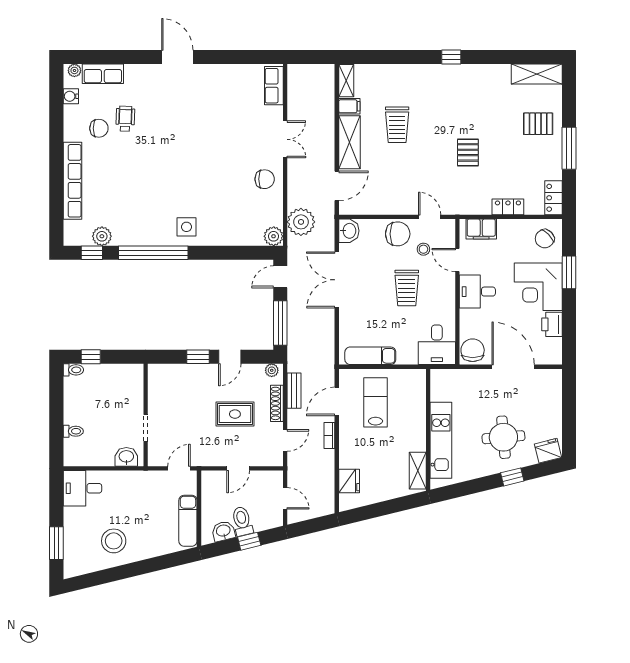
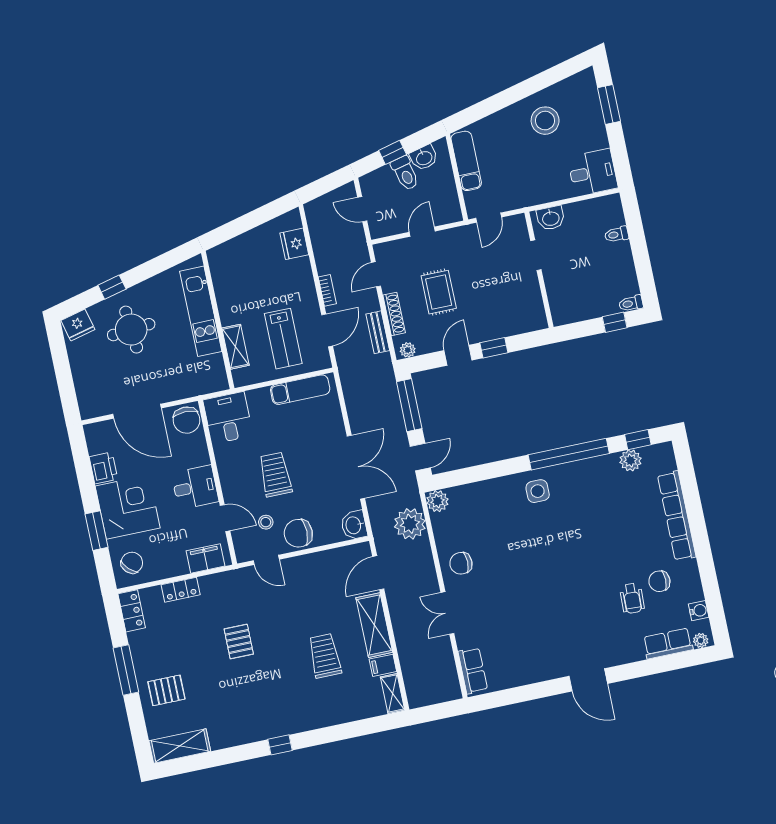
rug: (235, 414) -> (439, 292), turned 90
shelving: (418, 471) -> (235, 347), moved

